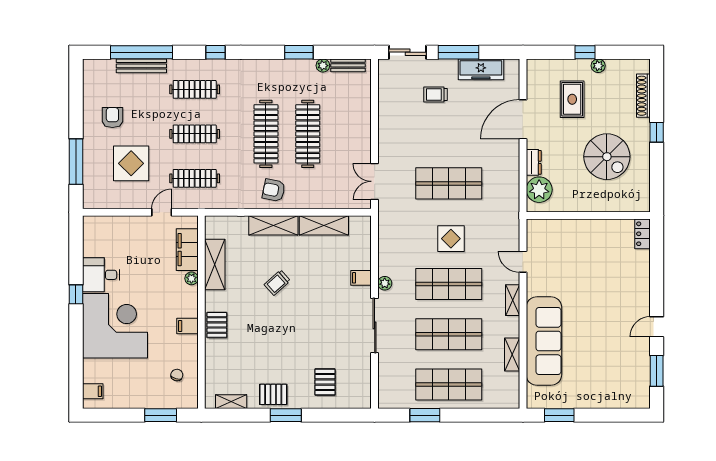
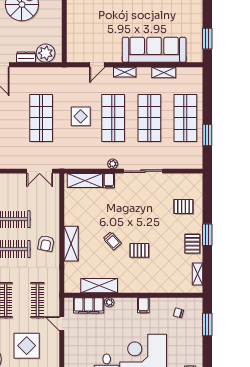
shelving: (324, 225) -> (85, 181), moved, turned 90
pallet: (217, 325) -> (139, 250), moved

